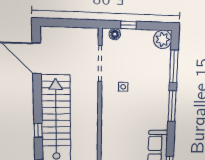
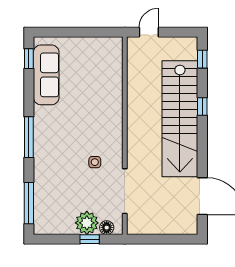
plant: (163, 39) -> (87, 223), moved
window: (174, 66) -> (29, 203), moved

